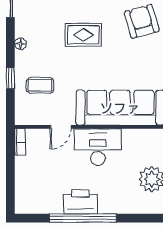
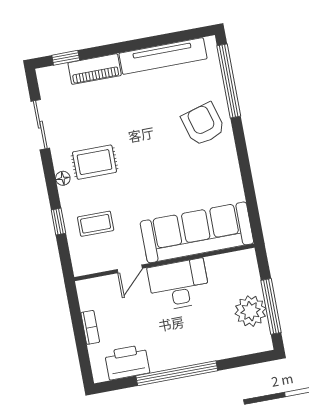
rug: (83, 35) -> (95, 162), moved
bookcase: (20, 142) -> (90, 327), moved
printer: (81, 202) -> (127, 362), moved

